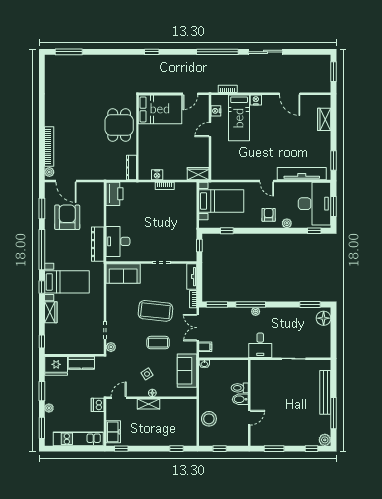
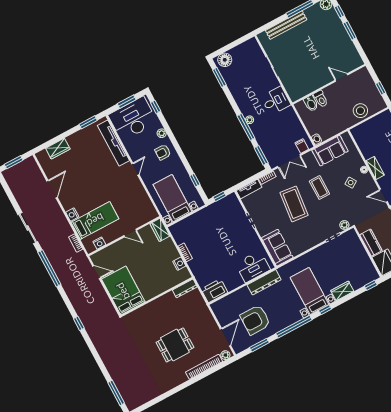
dining table: (119, 125) -> (175, 345), moved
door: (210, 130) -> (130, 233), moved
bidet: (240, 399) -> (311, 103), moved
window: (274, 449) -> (350, 31), moved

